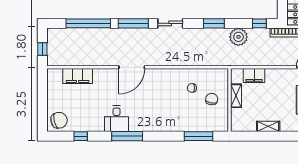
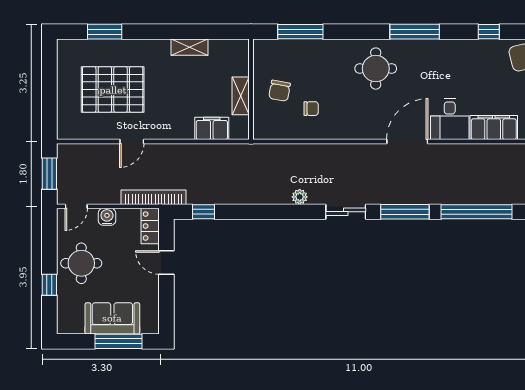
window: (214, 23) -> (276, 212), removed
plant: (238, 37) -> (300, 197), moved, width x0.53, depth x0.53
round table: (151, 113) -> (376, 69), added
desk: (117, 119) -> (450, 119), moved, turned 180

